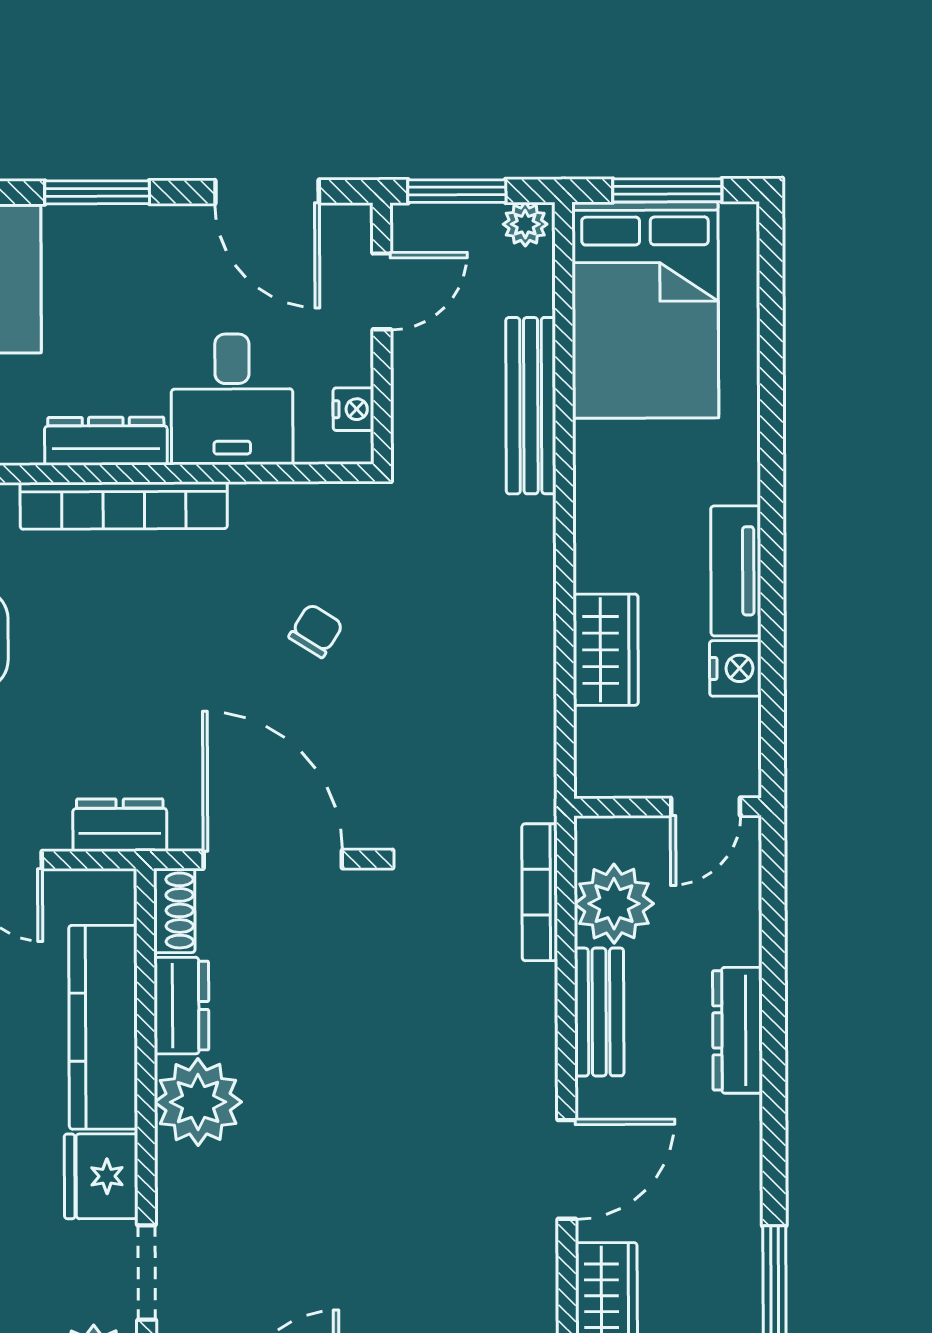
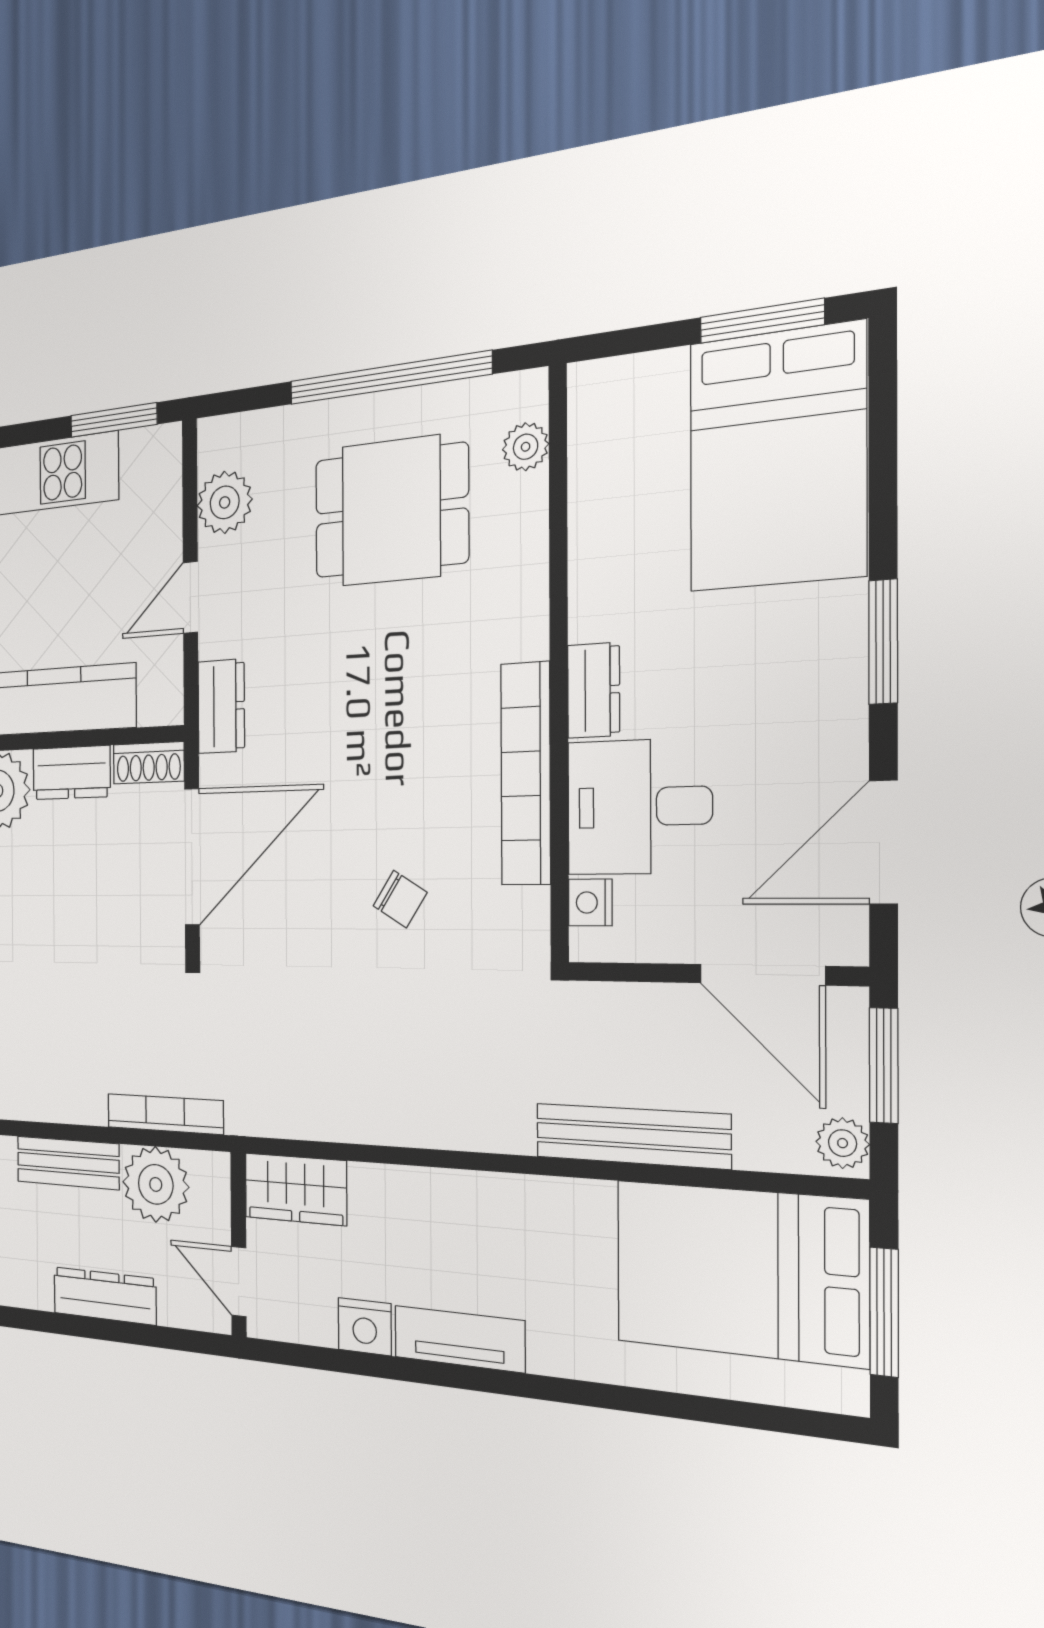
door: (382, 291) -> (762, 975), width x1.38
nightstand: (353, 409) -> (590, 902), moved, turned 90
dresser: (106, 441) -> (594, 690), width x0.70
bookcase: (124, 506) -> (526, 774), moved
wardrobe: (606, 650) -> (296, 1189), moved
dresser: (738, 1030) -> (105, 1296), moved

